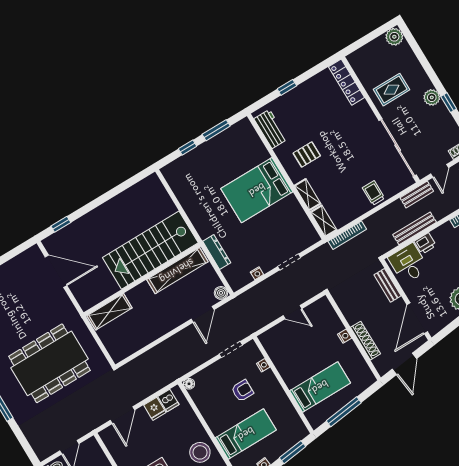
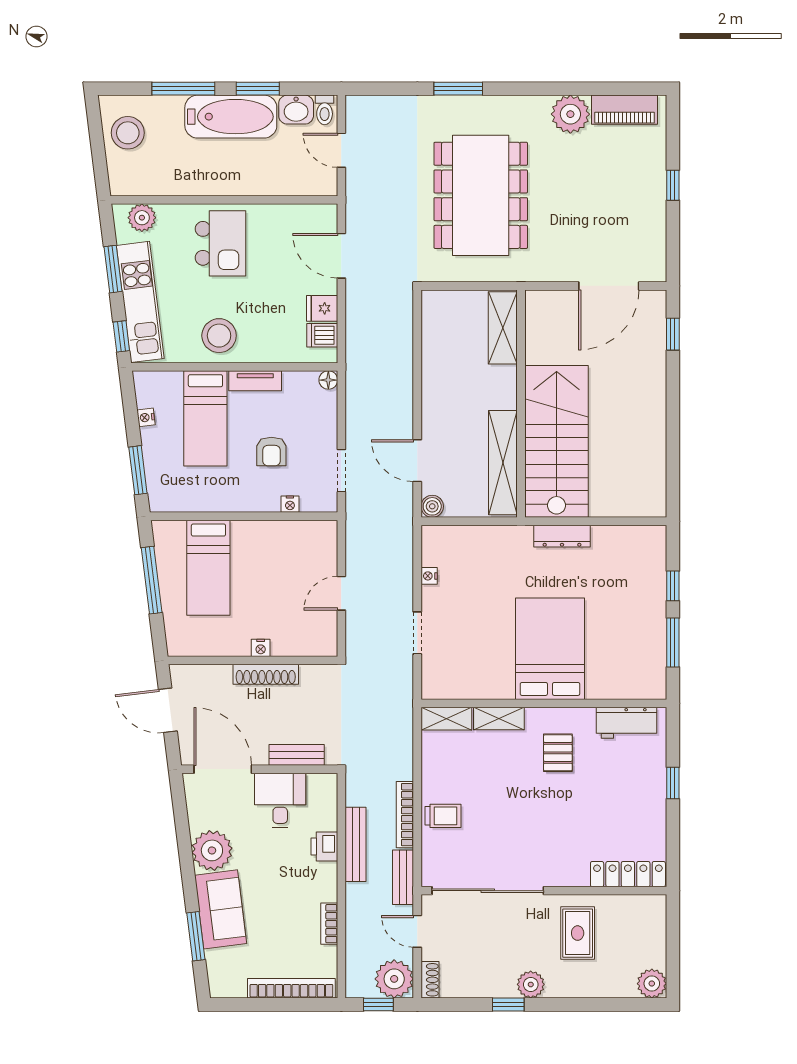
bookcase: (347, 235) -> (405, 815), moved
dresser: (217, 252) -> (562, 536), moved
desk: (408, 263) -> (280, 800), moved, turned -90
shoe rack: (365, 341) -> (266, 674), moved
tv unit: (212, 420) -> (255, 381), added

